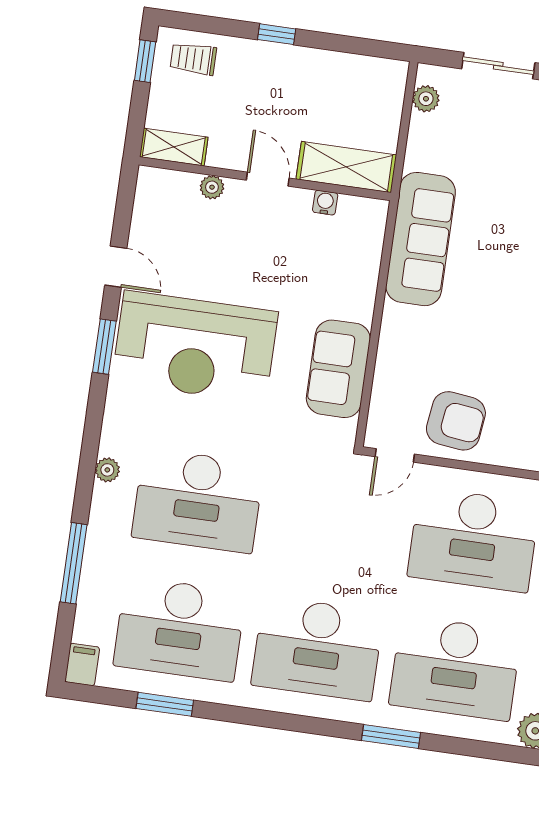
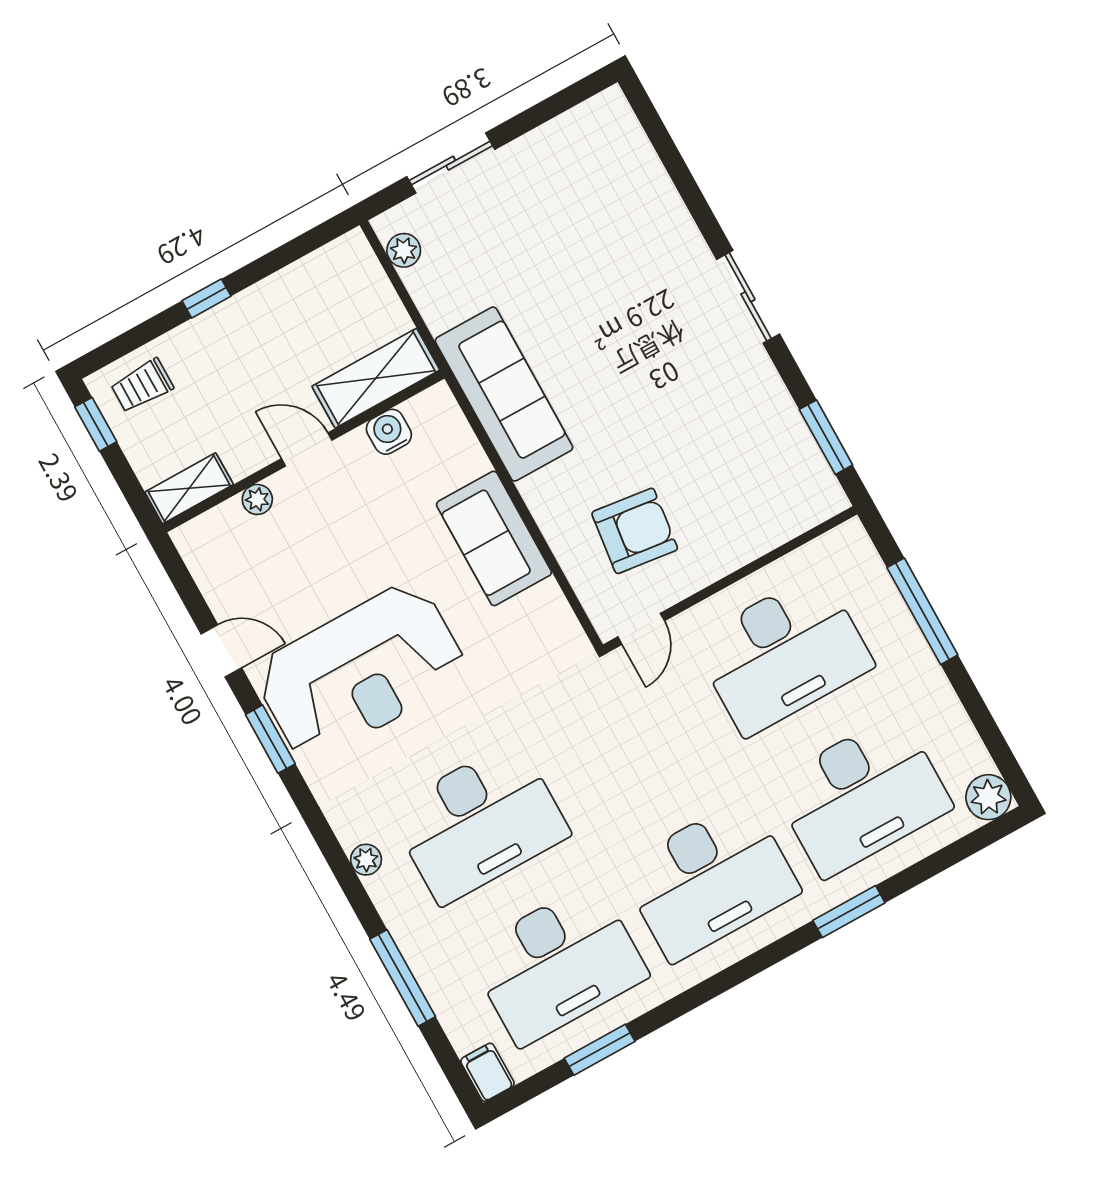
water cooler: (325, 203) -> (389, 432), width x1.38, depth x1.38
sofa: (338, 369) -> (494, 538), moved
armchair: (456, 421) -> (635, 531), moved

